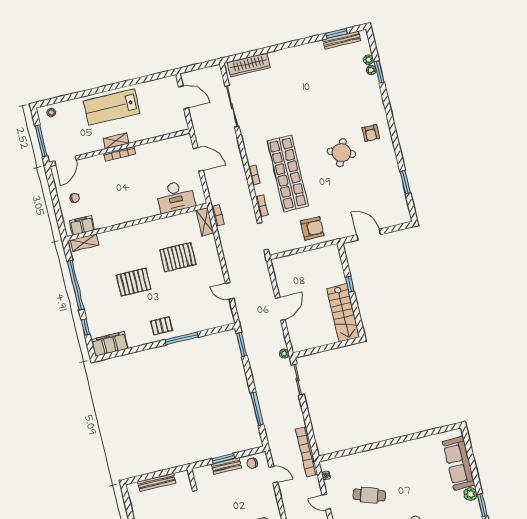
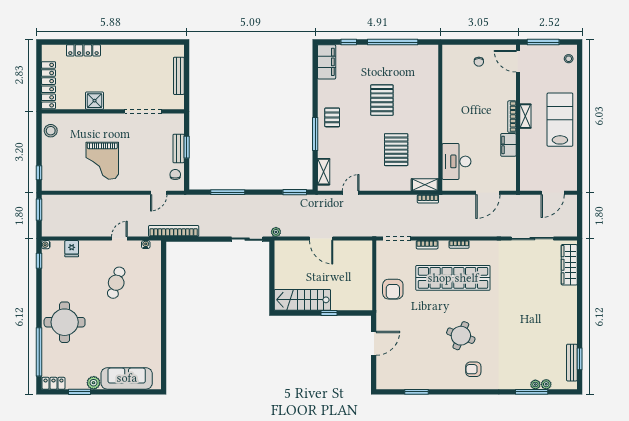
window: (379, 72) -> (532, 392), width x1.44
filing cabinet: (82, 226) -> (508, 145), moved, turned 180
shelving: (85, 243) -> (324, 172), moved

